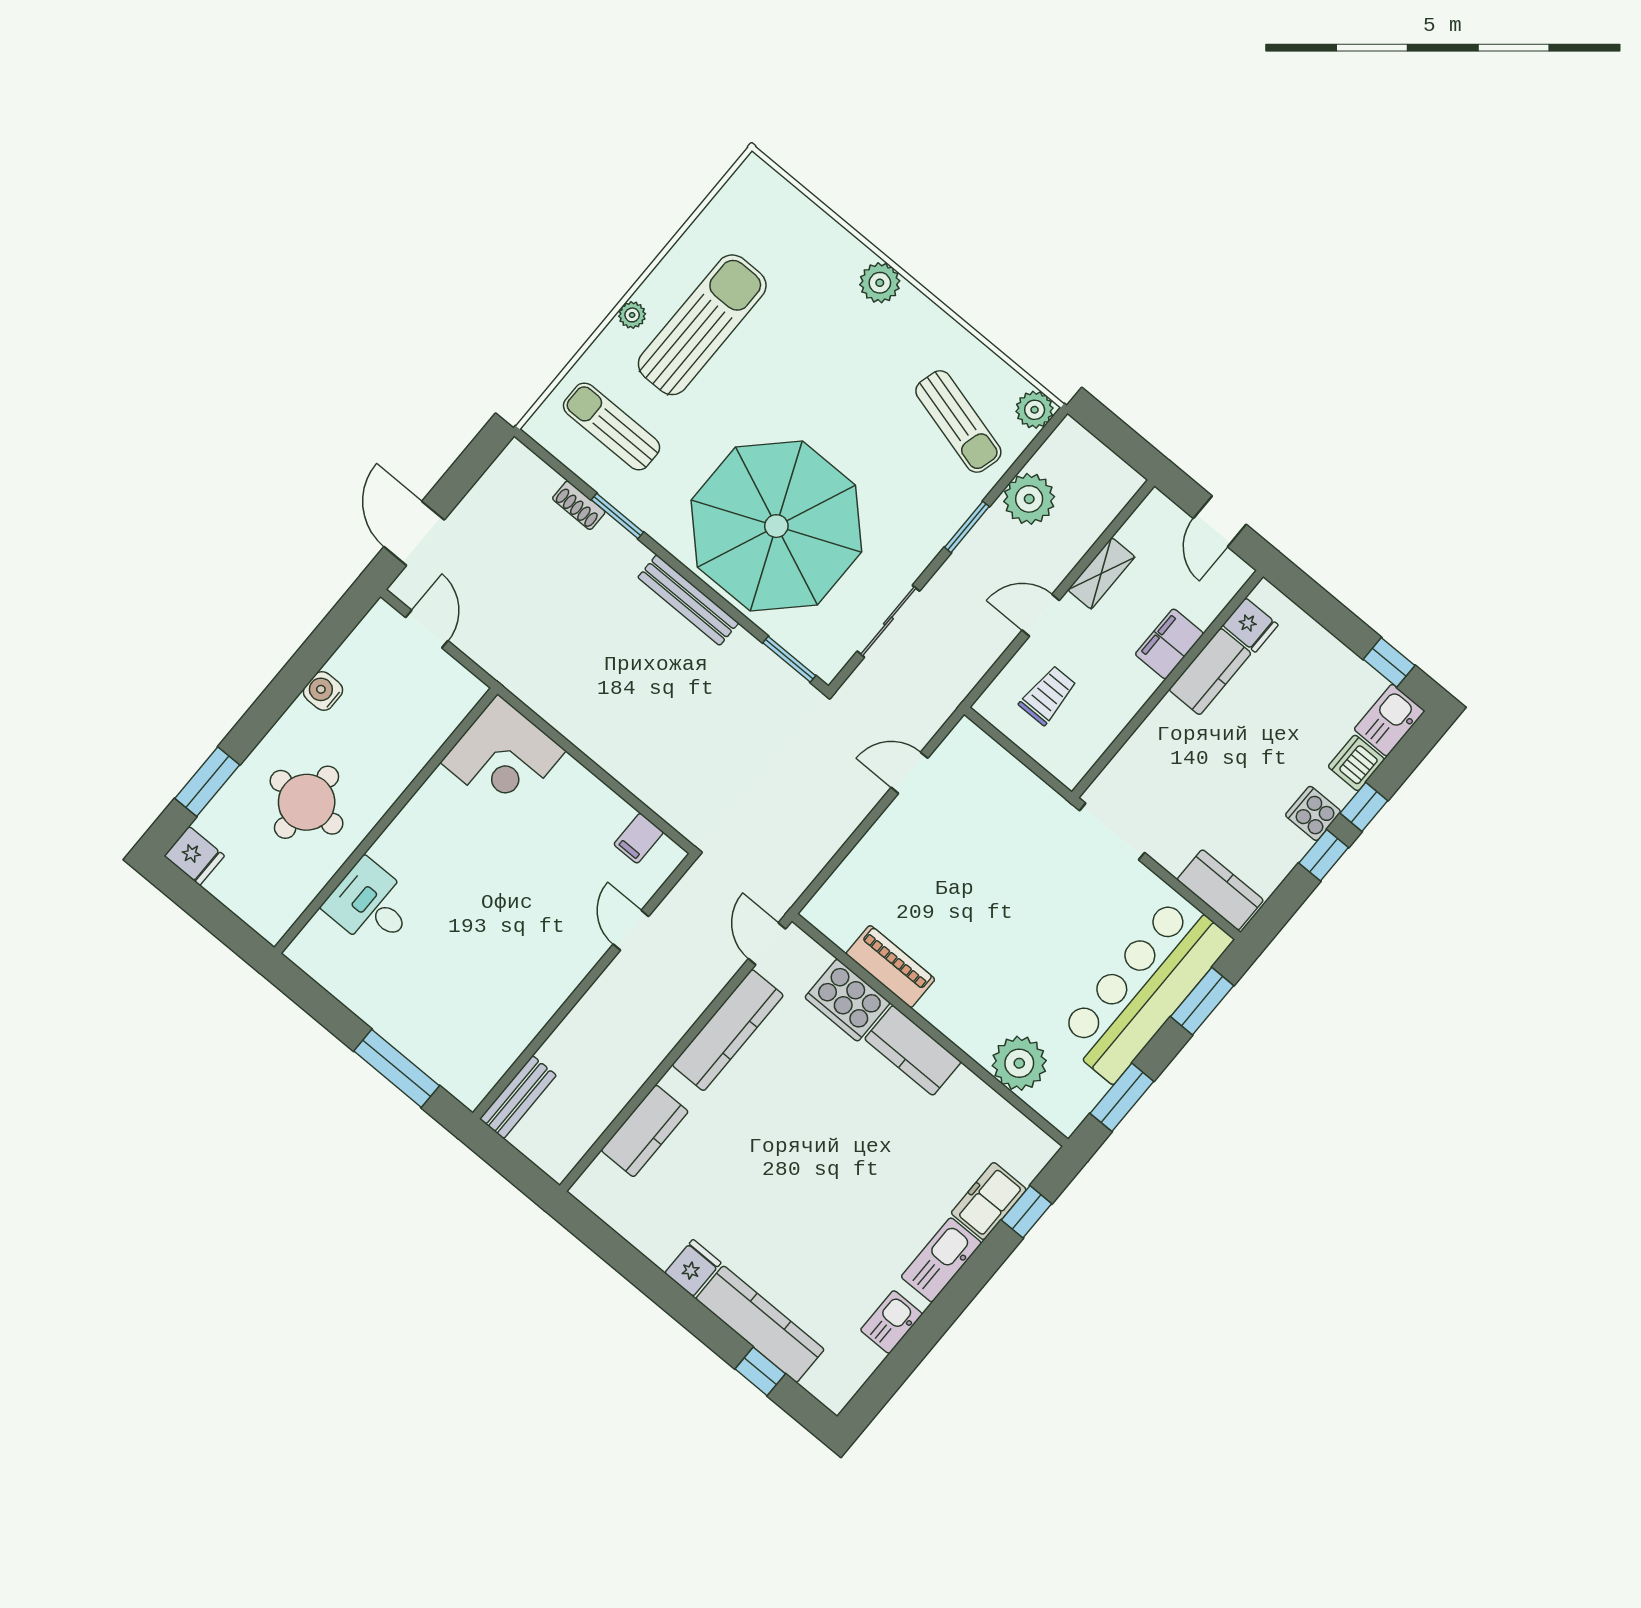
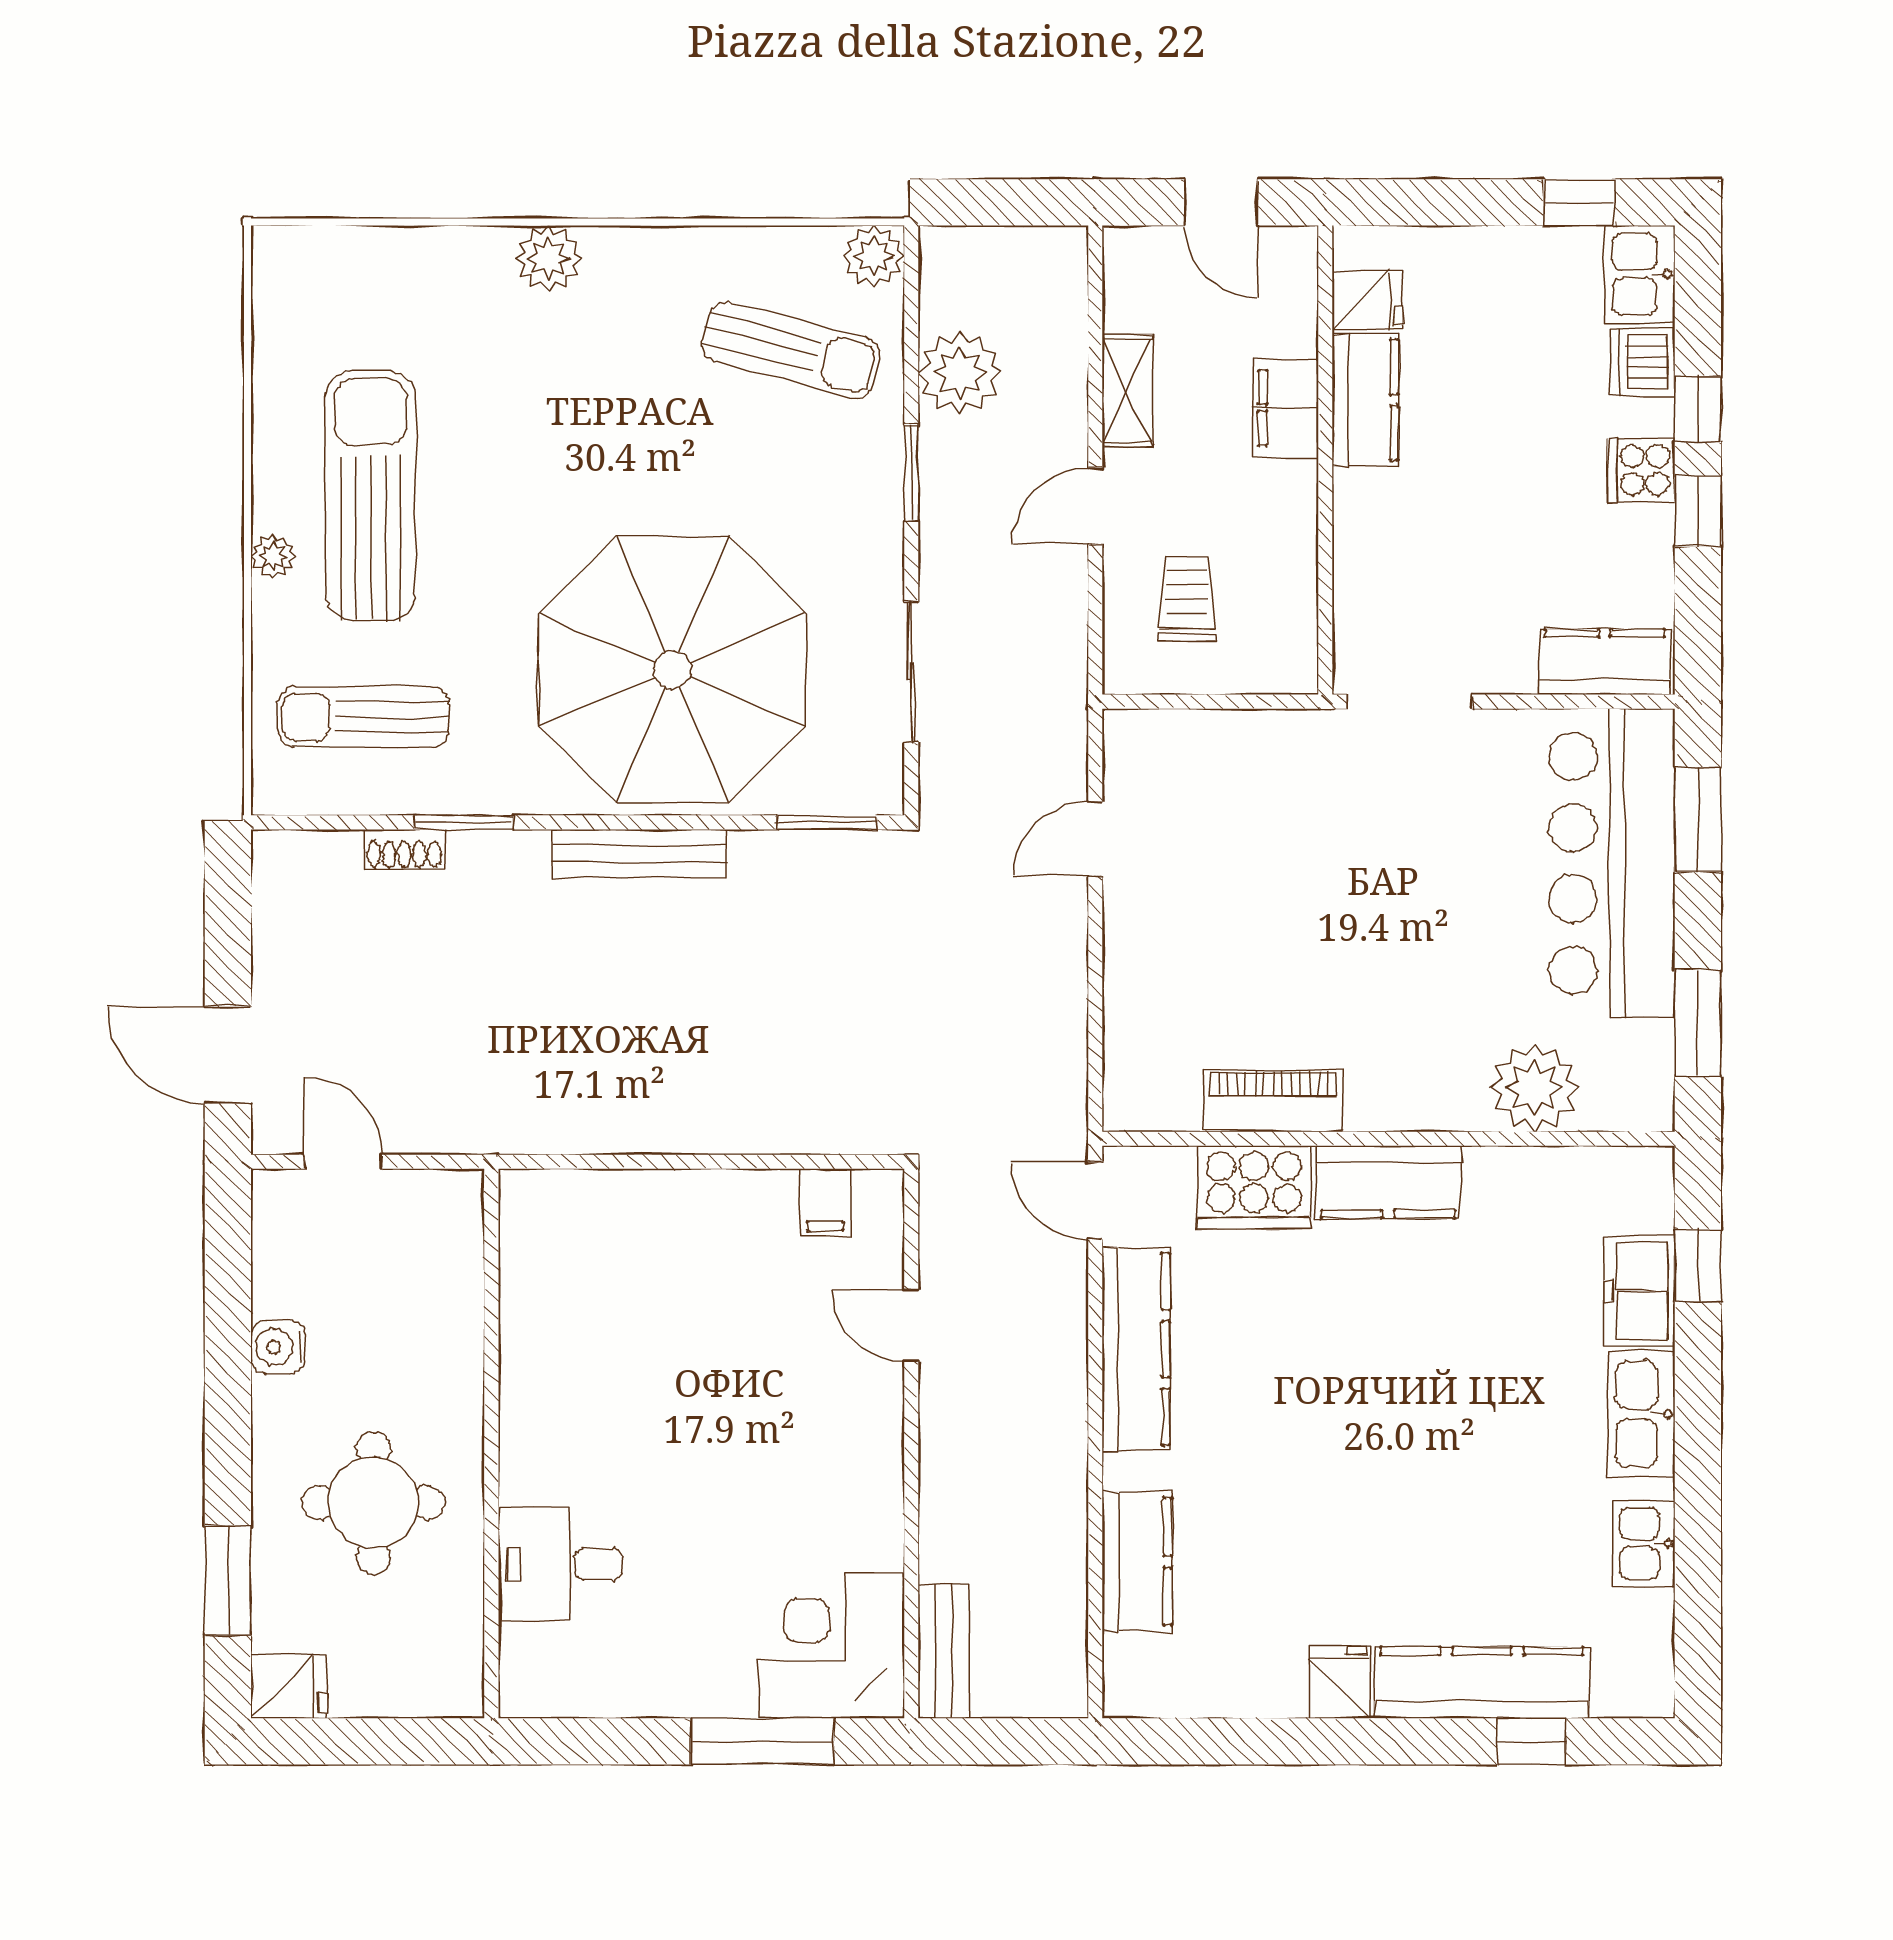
corner desk: (503, 757) -> (831, 1645), moved, turned 180

